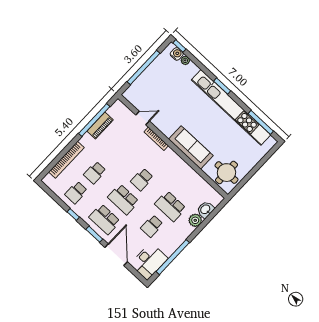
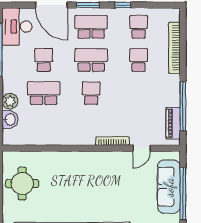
piano: (100, 126) -> (173, 123), moved
sofa: (191, 147) -> (169, 187), moved, turned 90
round table: (226, 173) -> (22, 184), moved

